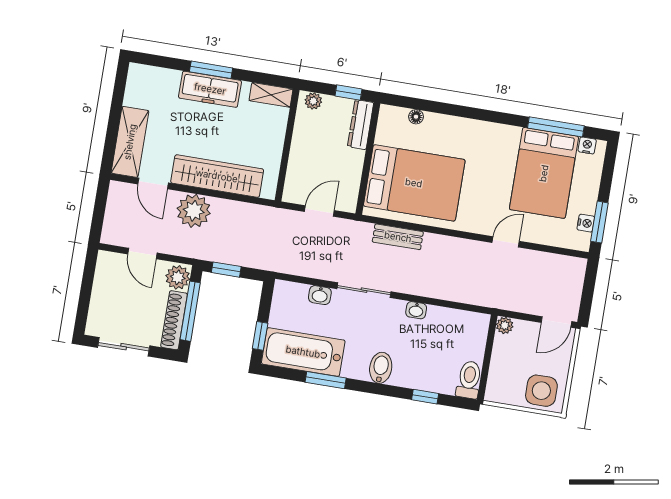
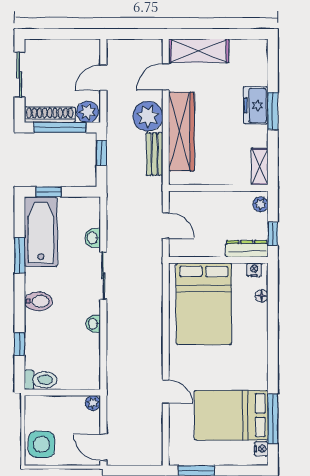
freezer: (210, 89) -> (256, 105), width x0.71
nightstand: (586, 223) -> (254, 270), moved, turned 180
bench: (398, 237) -> (155, 154), moved

